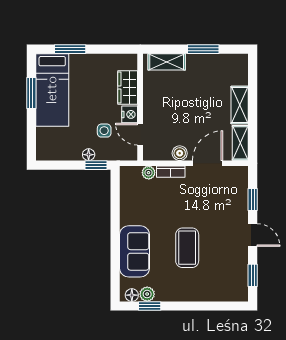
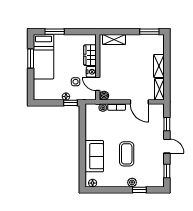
window: (203, 49) -> (149, 32), moved
boiler: (180, 153) -> (104, 96), moved
door: (208, 163) -> (139, 102), swing flipped
plant: (147, 294) -> (132, 182), moved
window: (150, 306) -> (139, 190), moved

